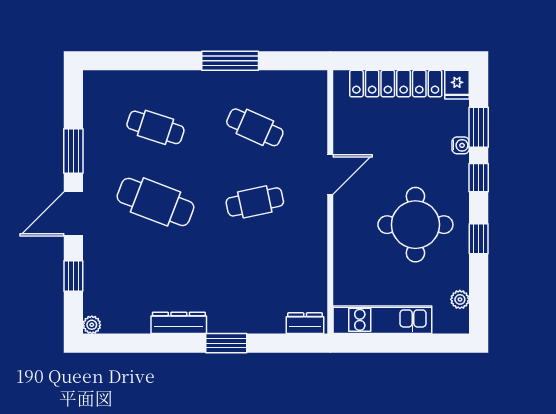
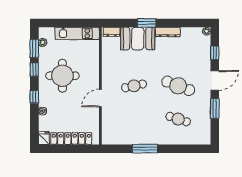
cafe table: (255, 127) -> (134, 119), removed
window: (479, 127) -> (34, 48), moved
booth: (246, 308) -> (138, 39), added

